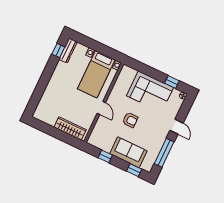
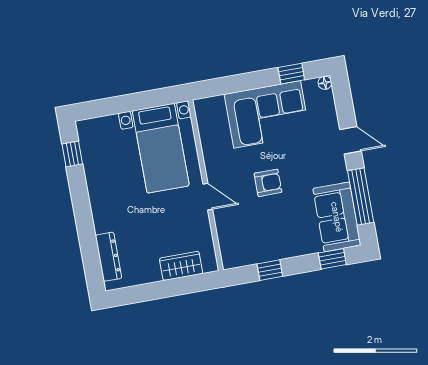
dresser: (68, 51) -> (109, 257), moved
wardrobe: (70, 129) -> (181, 266), width x0.67
sofa: (128, 152) -> (337, 217), moved, turned -90

